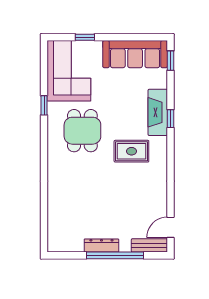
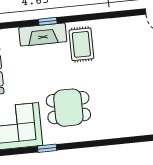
rug: (131, 151) -> (81, 44), moved

